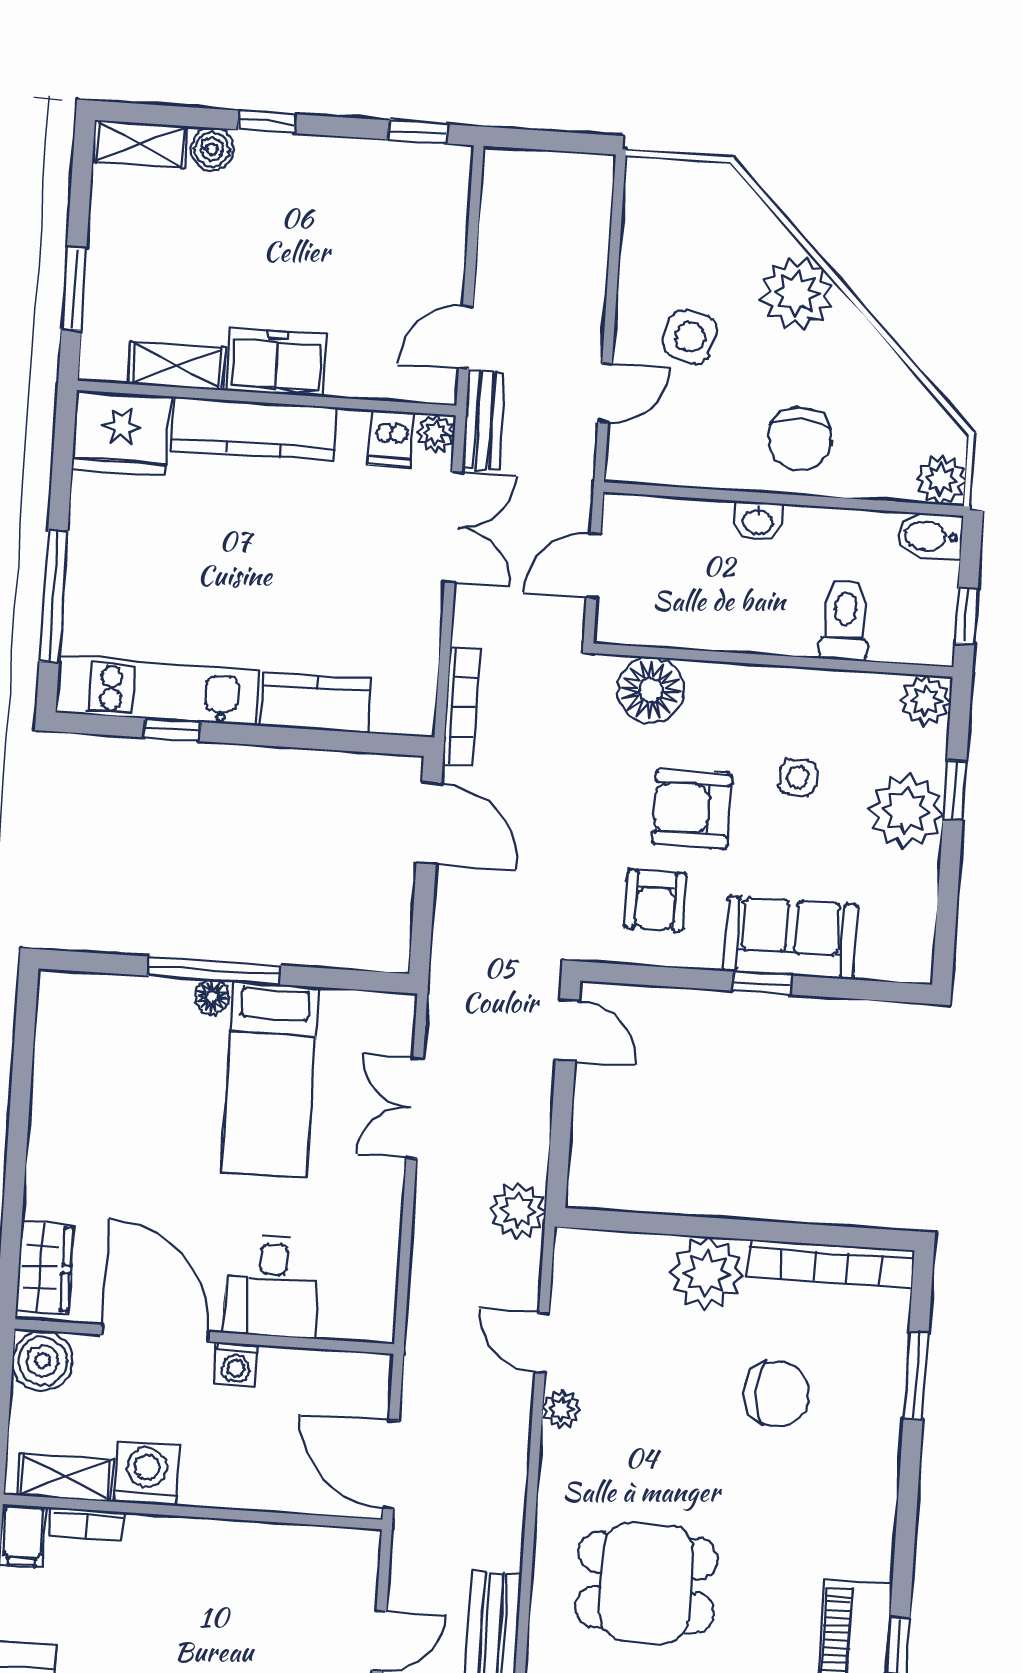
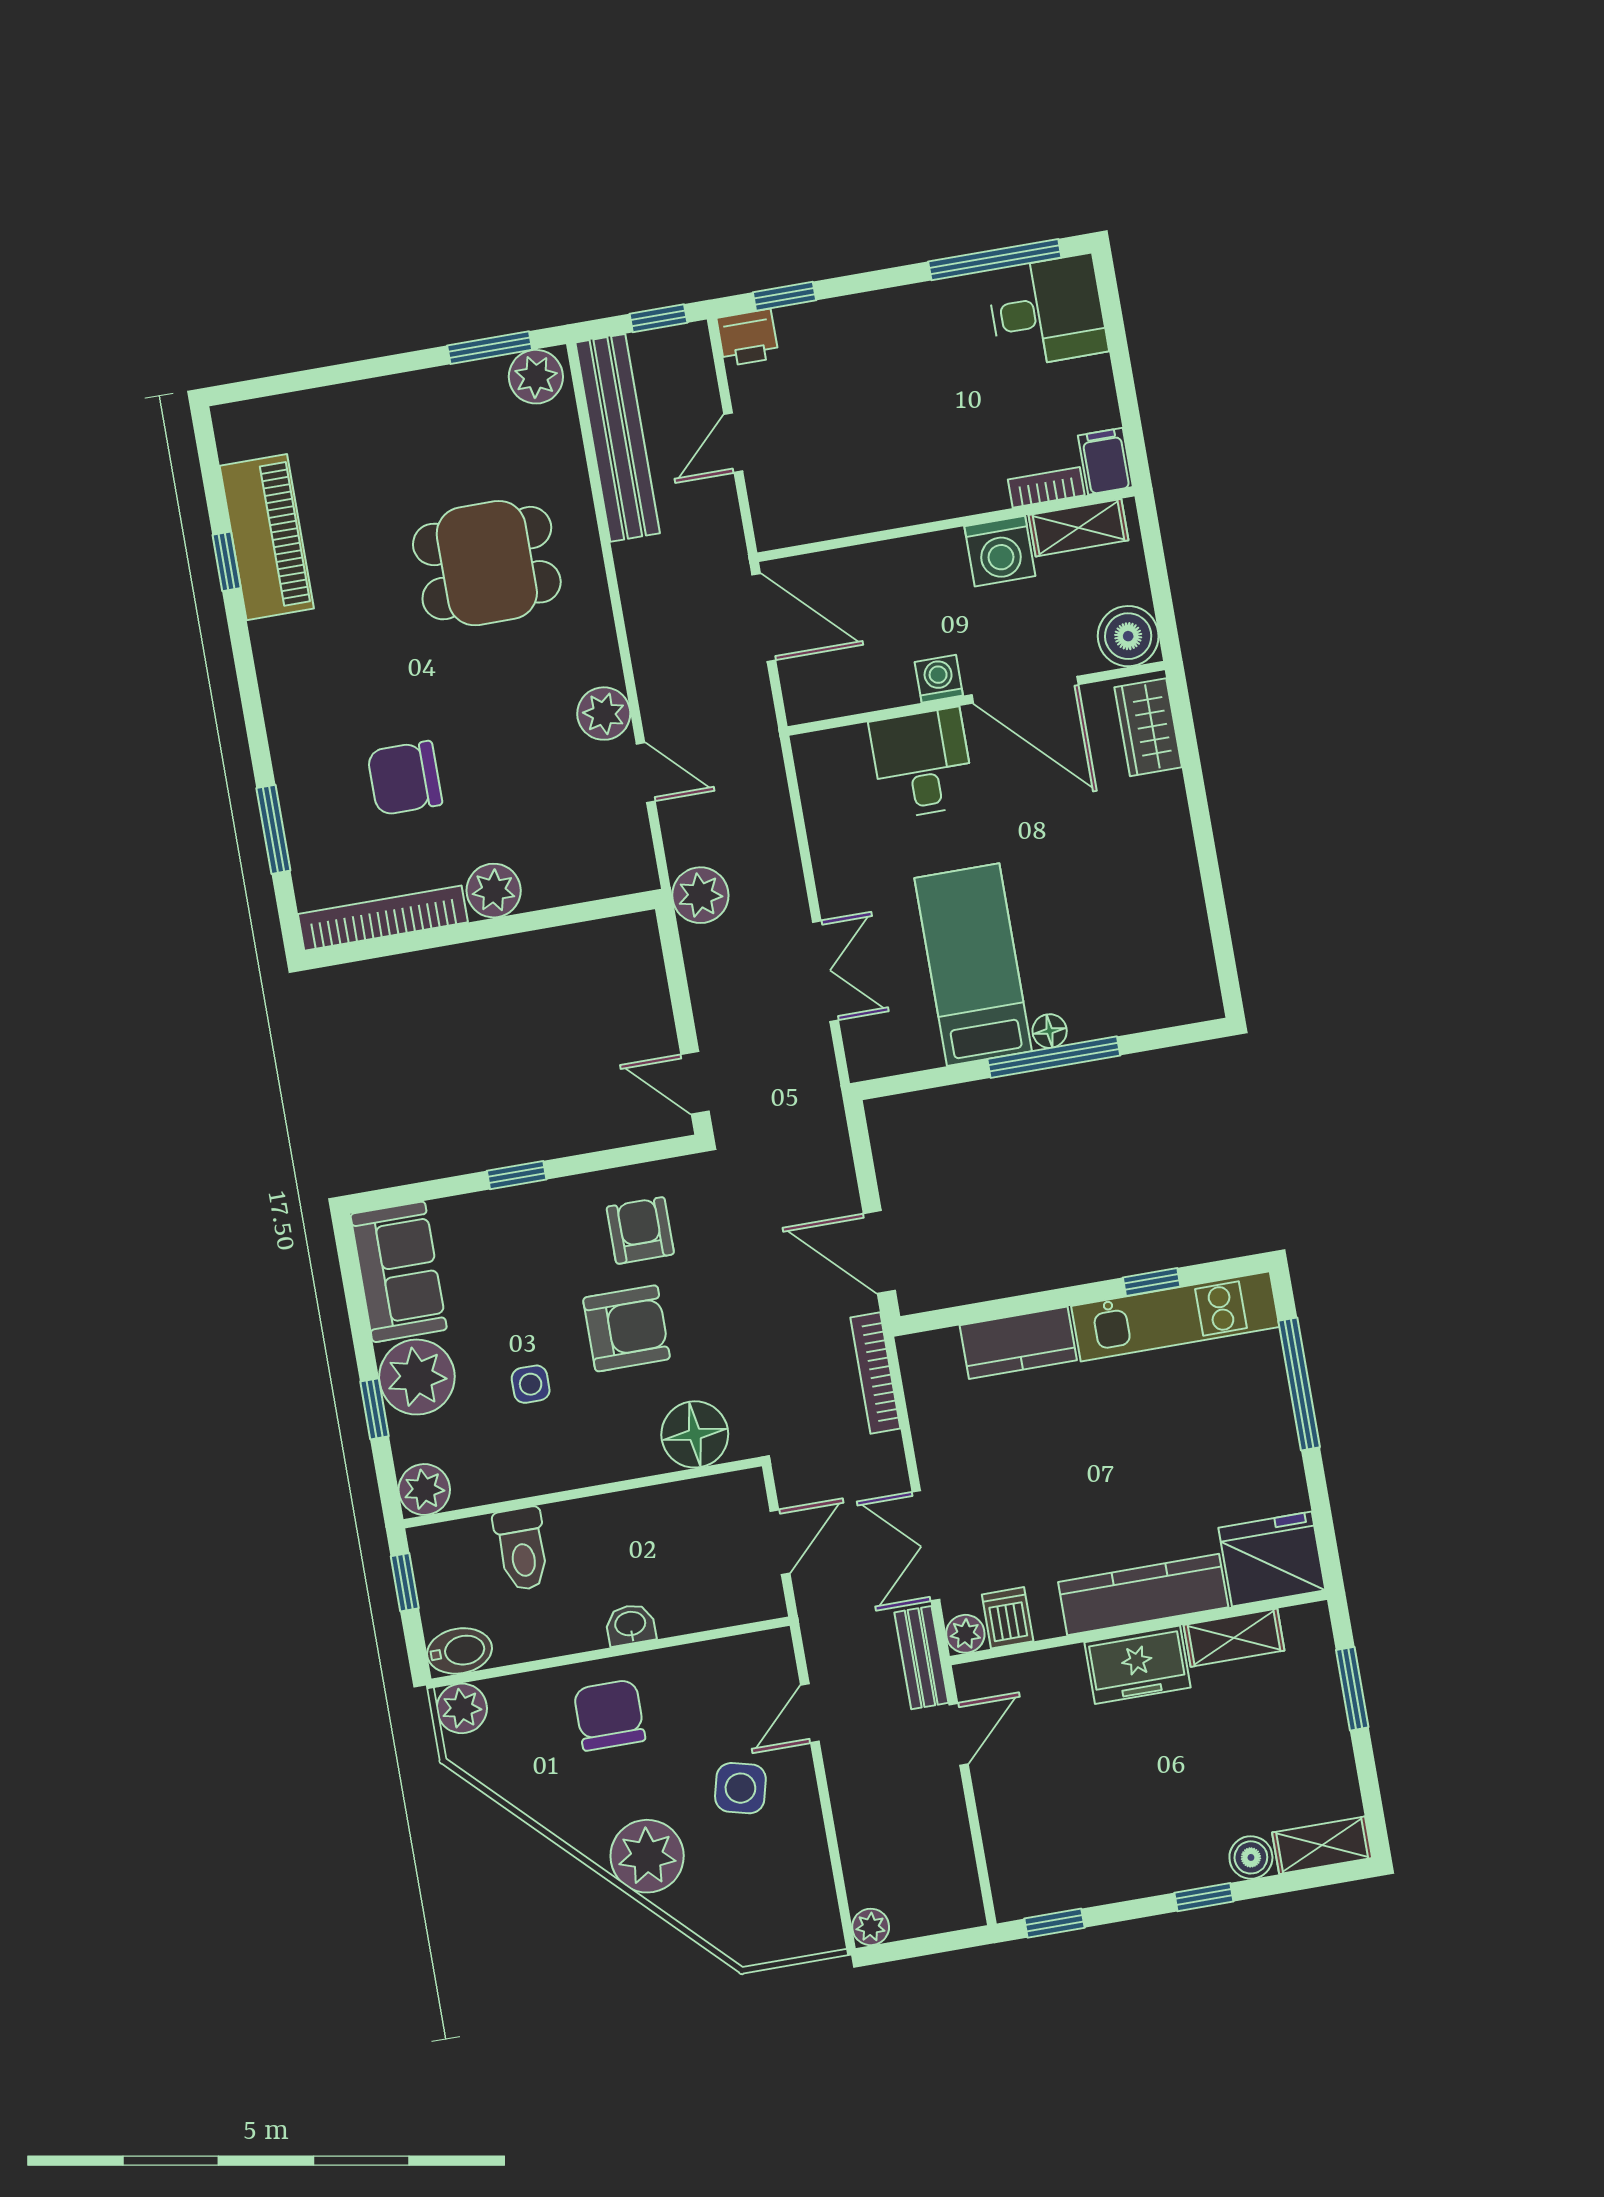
plant: (597, 172) -> (871, 1927), added
sofa: (790, 938) -> (399, 1272), moved, turned -90
plant: (707, 1273) -> (494, 891), width x0.73, depth x0.73
plant: (561, 1409) -> (604, 714), width x1.38, depth x1.38

